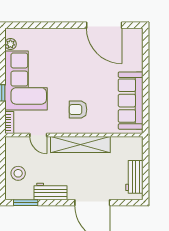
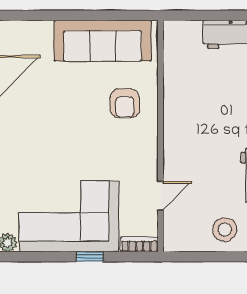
armchair: (78, 110) -> (125, 103), moved
shelving: (80, 145) -> (177, 125), removed

